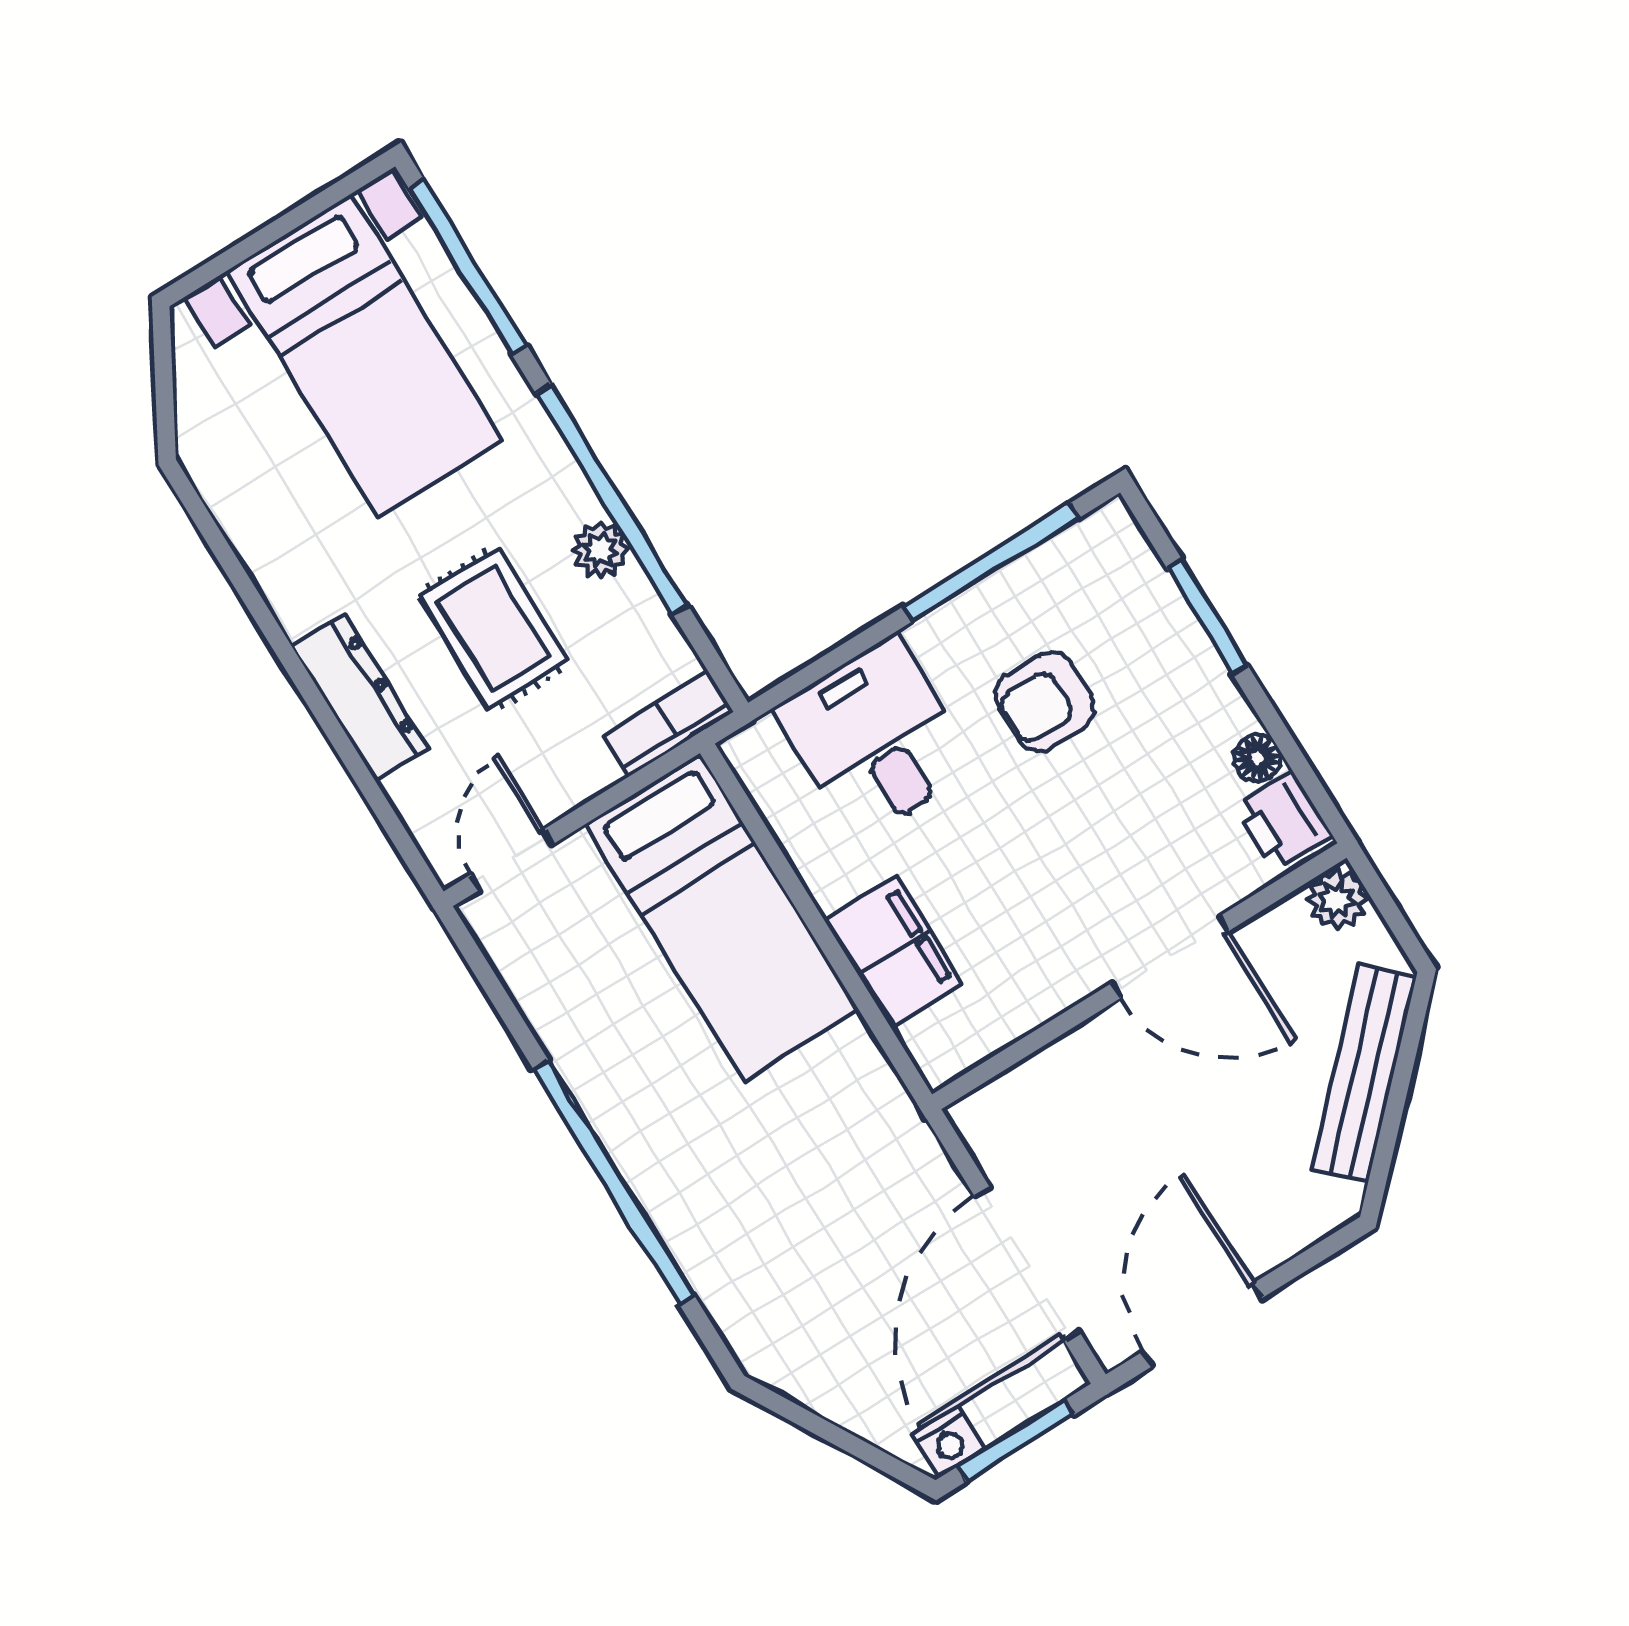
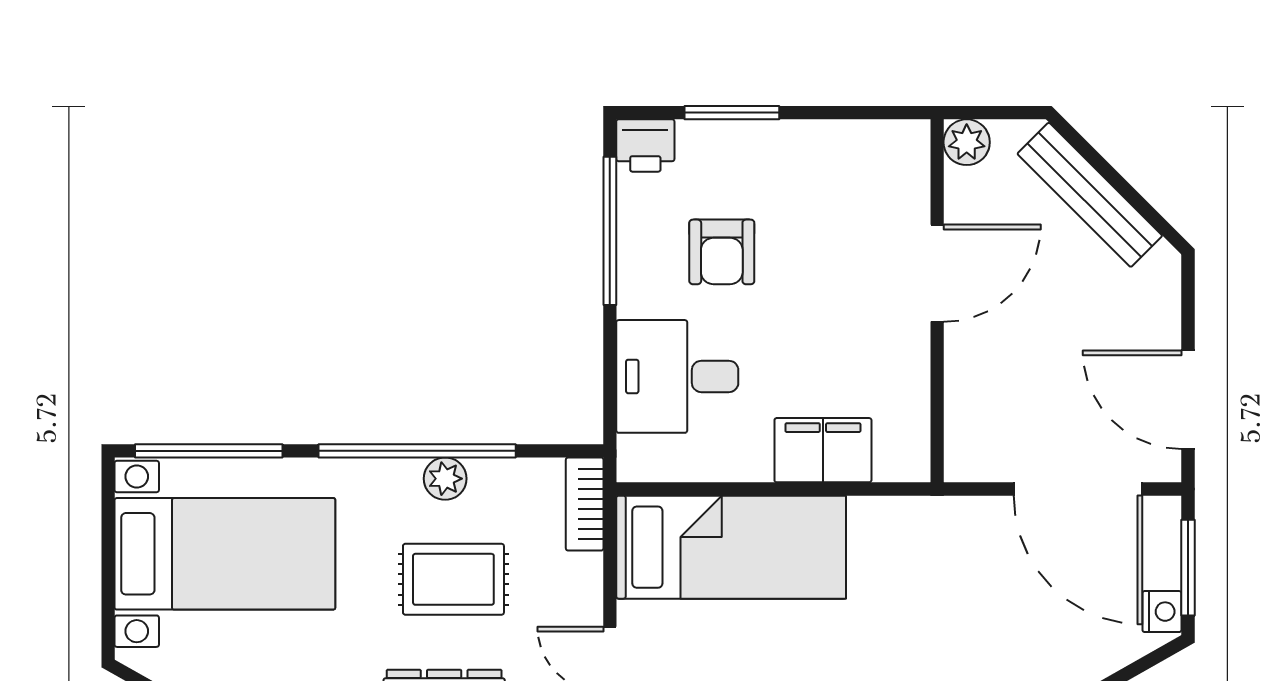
floor lamp: (1257, 758) -> (843, 137), removed
printer: (1283, 821) -> (645, 146), moved

